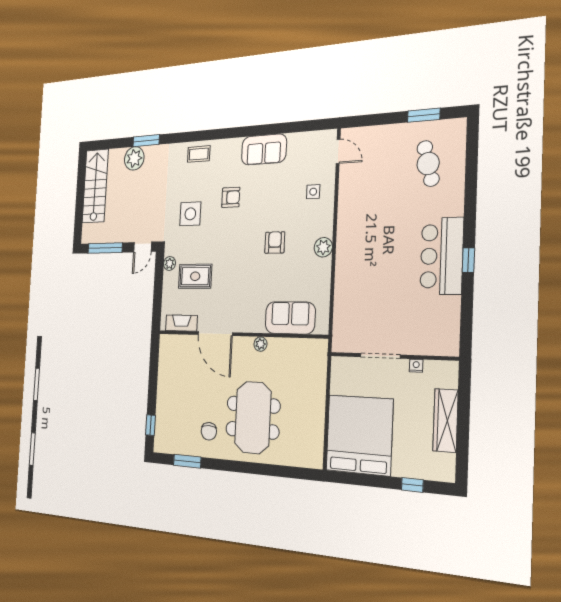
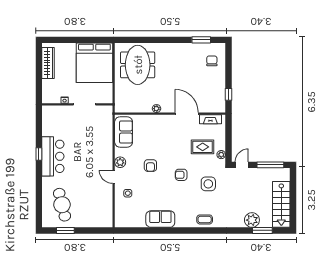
window: (146, 141) -> (262, 230), moved
door: (338, 151) -> (114, 177), moved
cafe table: (428, 164) -> (62, 205), width x1.37, depth x1.35
armchair: (231, 197) -> (181, 175), moved
sofa: (290, 318) -> (124, 132), moved, turned -90
meeting table: (253, 418) -> (138, 65), moved
wardrobe: (446, 420) -> (48, 63), moved
window: (150, 425) -> (228, 94), moved
chair: (209, 431) -> (212, 61), moved
window: (412, 485) -> (64, 40), removed

